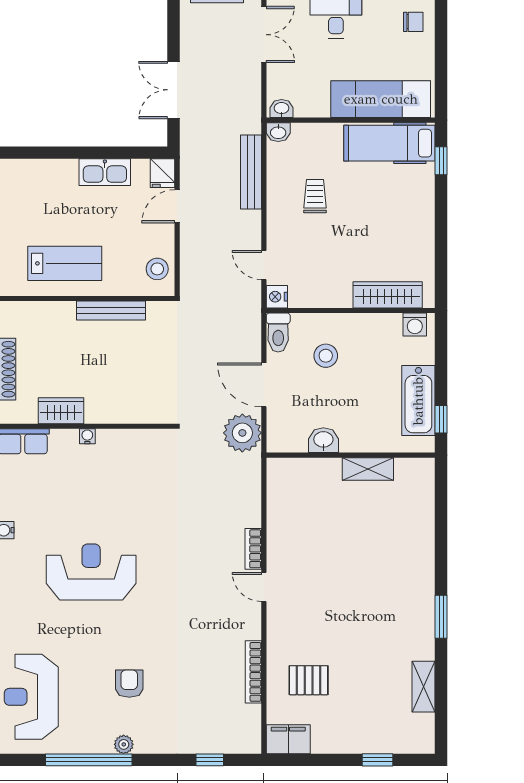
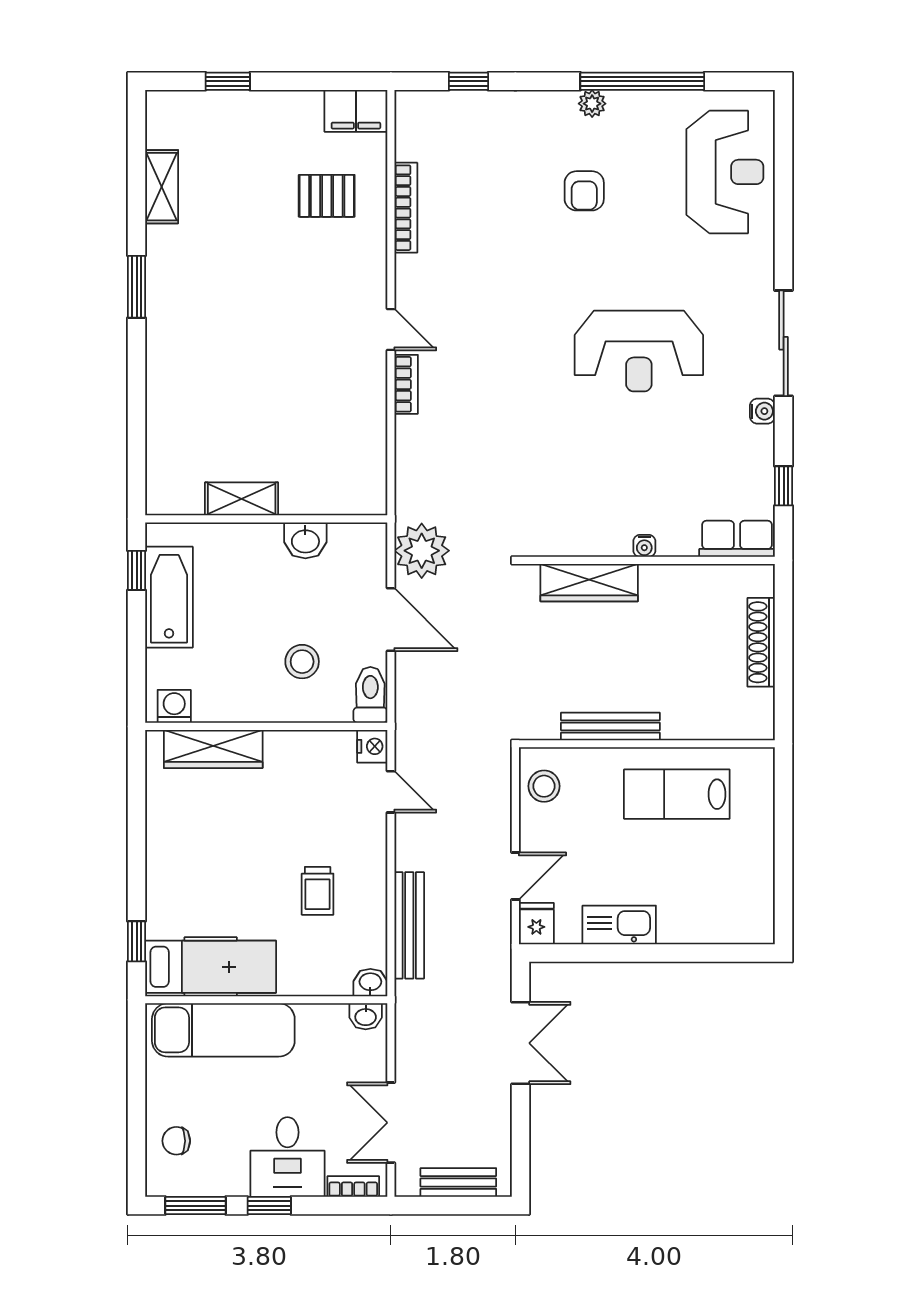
wardrobe: (61, 411) -> (589, 583), moved, width x1.50

